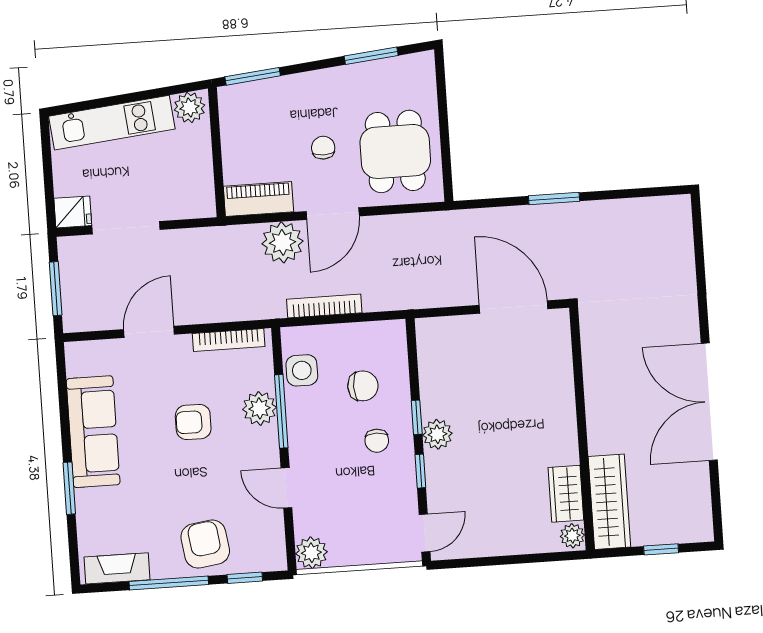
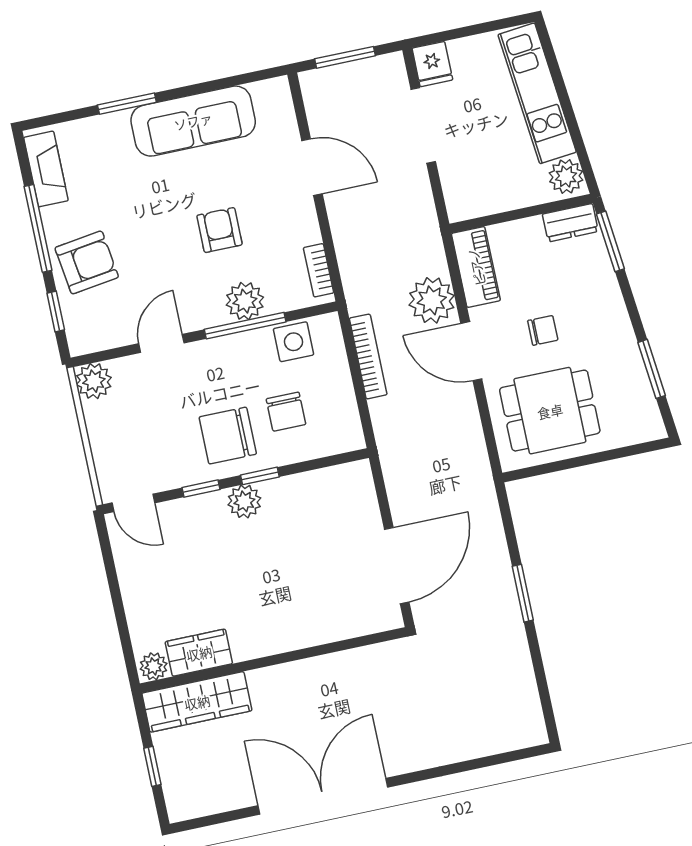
dresser: (231, 110) -> (570, 223), added
bookcase: (229, 340) -> (319, 270), width x0.64
chair: (377, 441) -> (228, 436), width x1.87, depth x1.87

